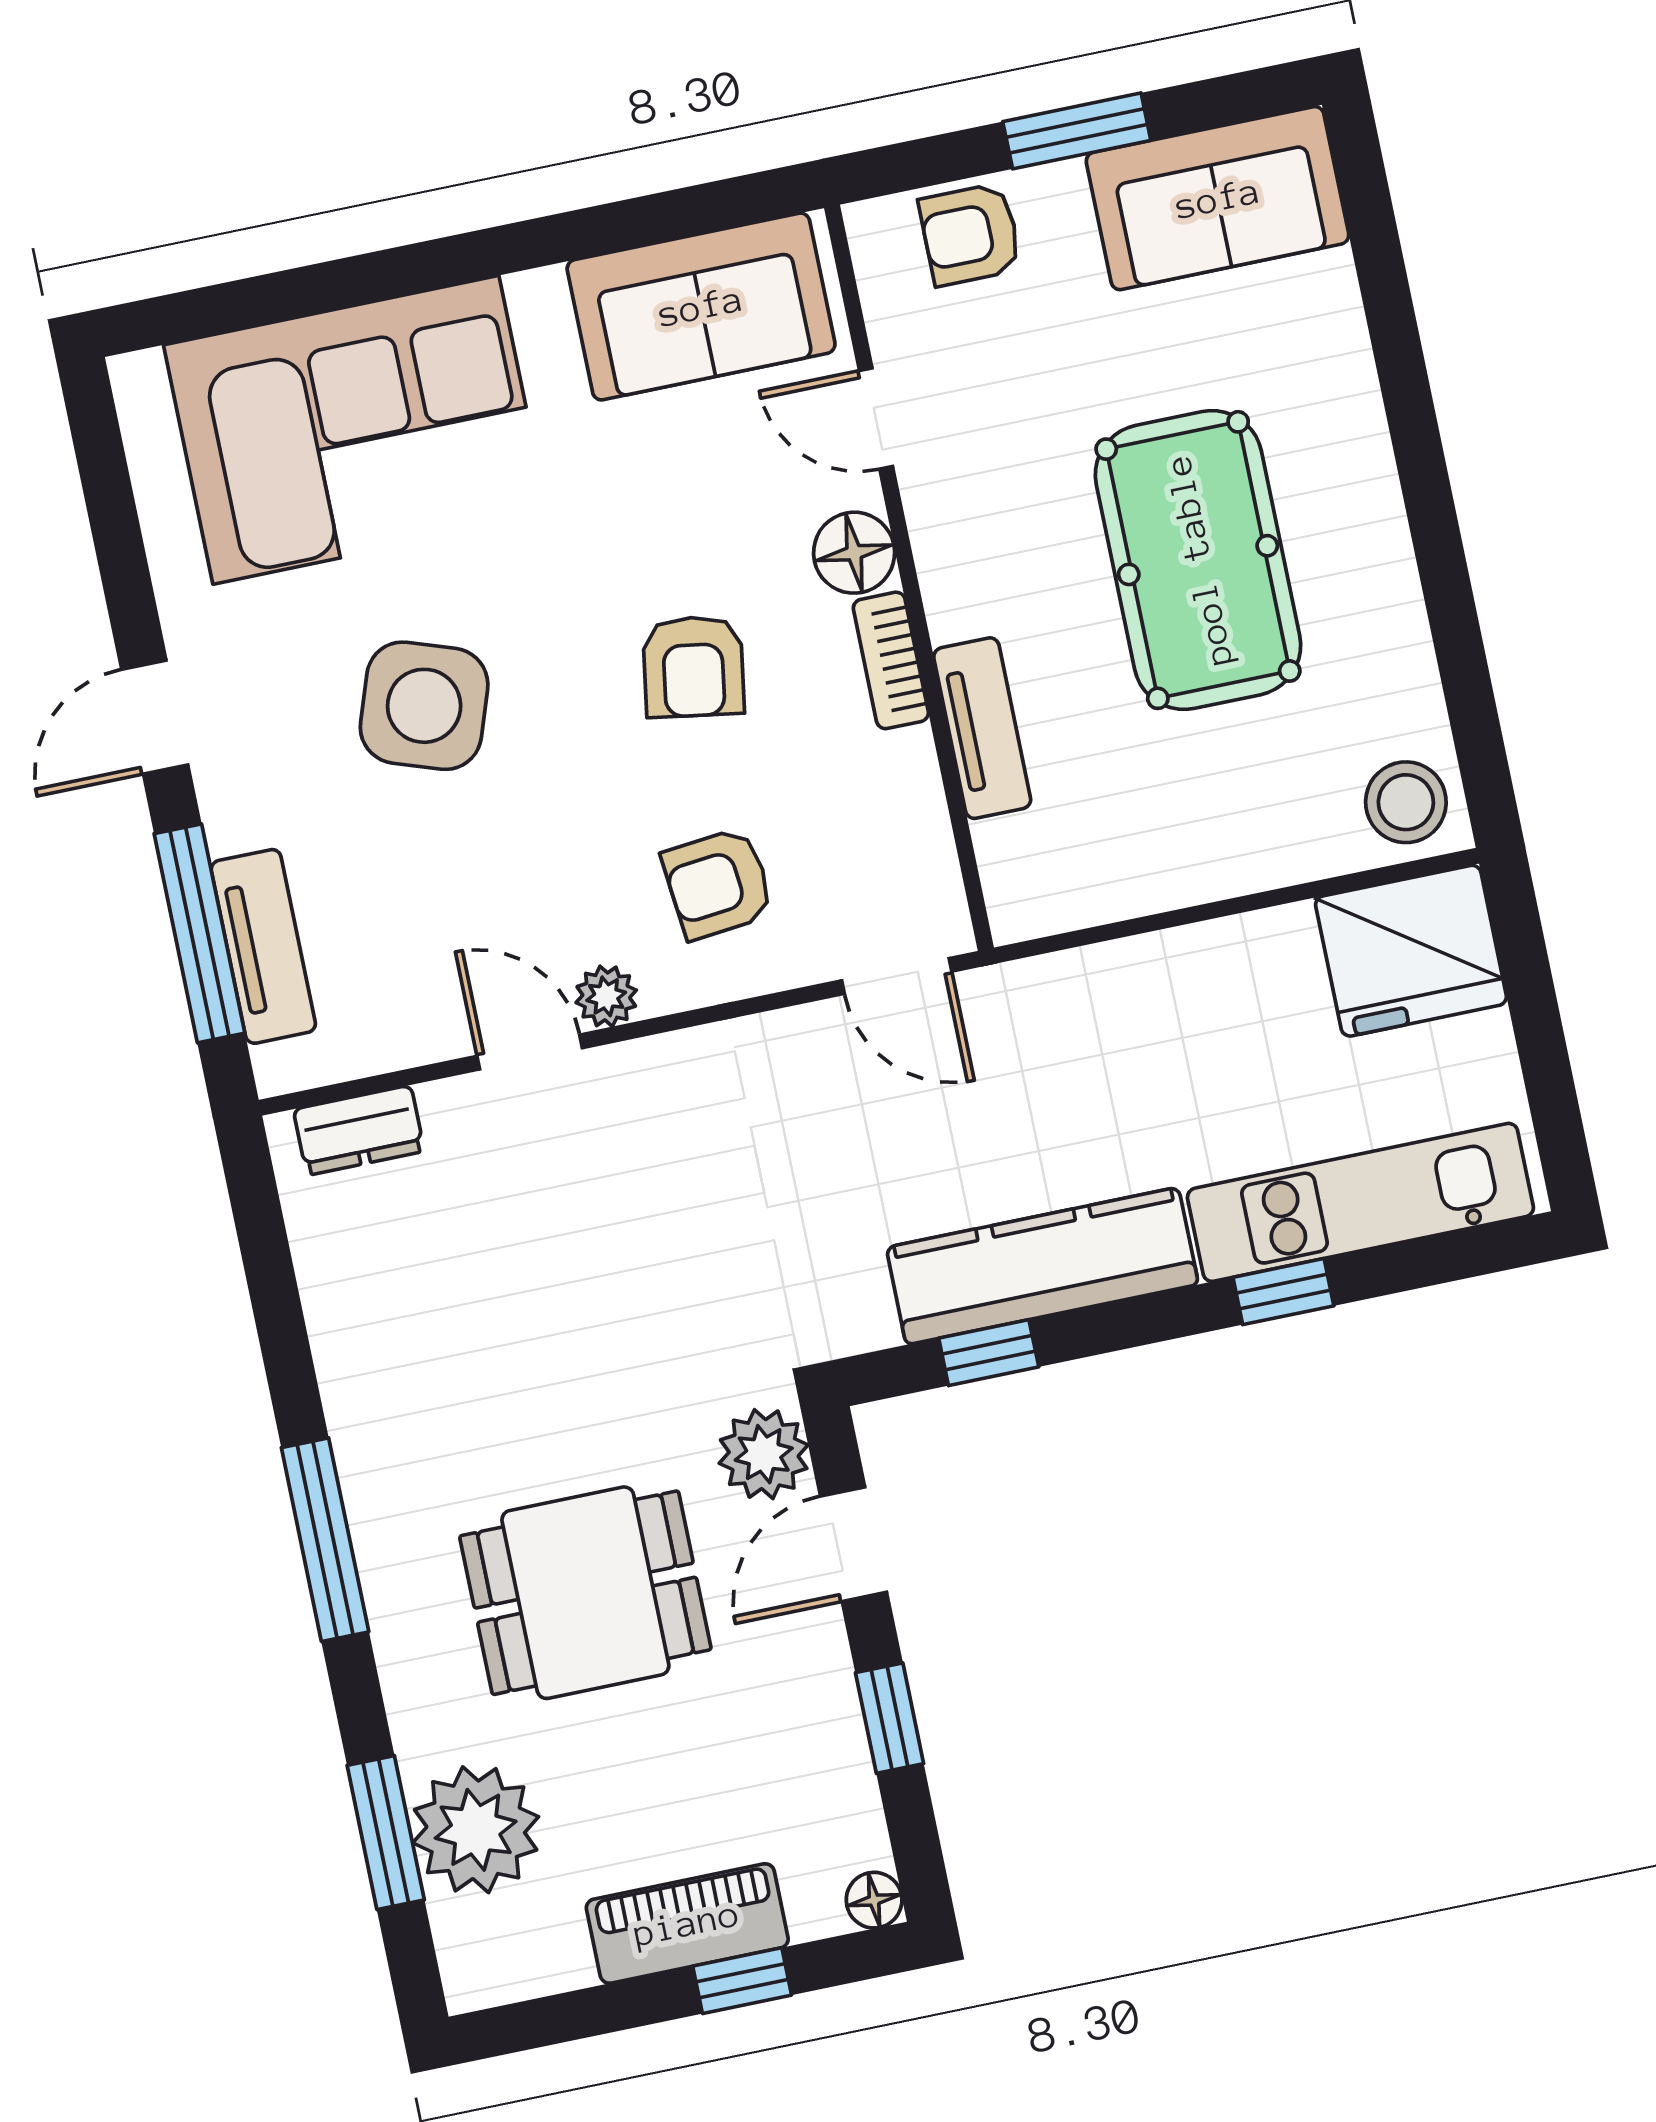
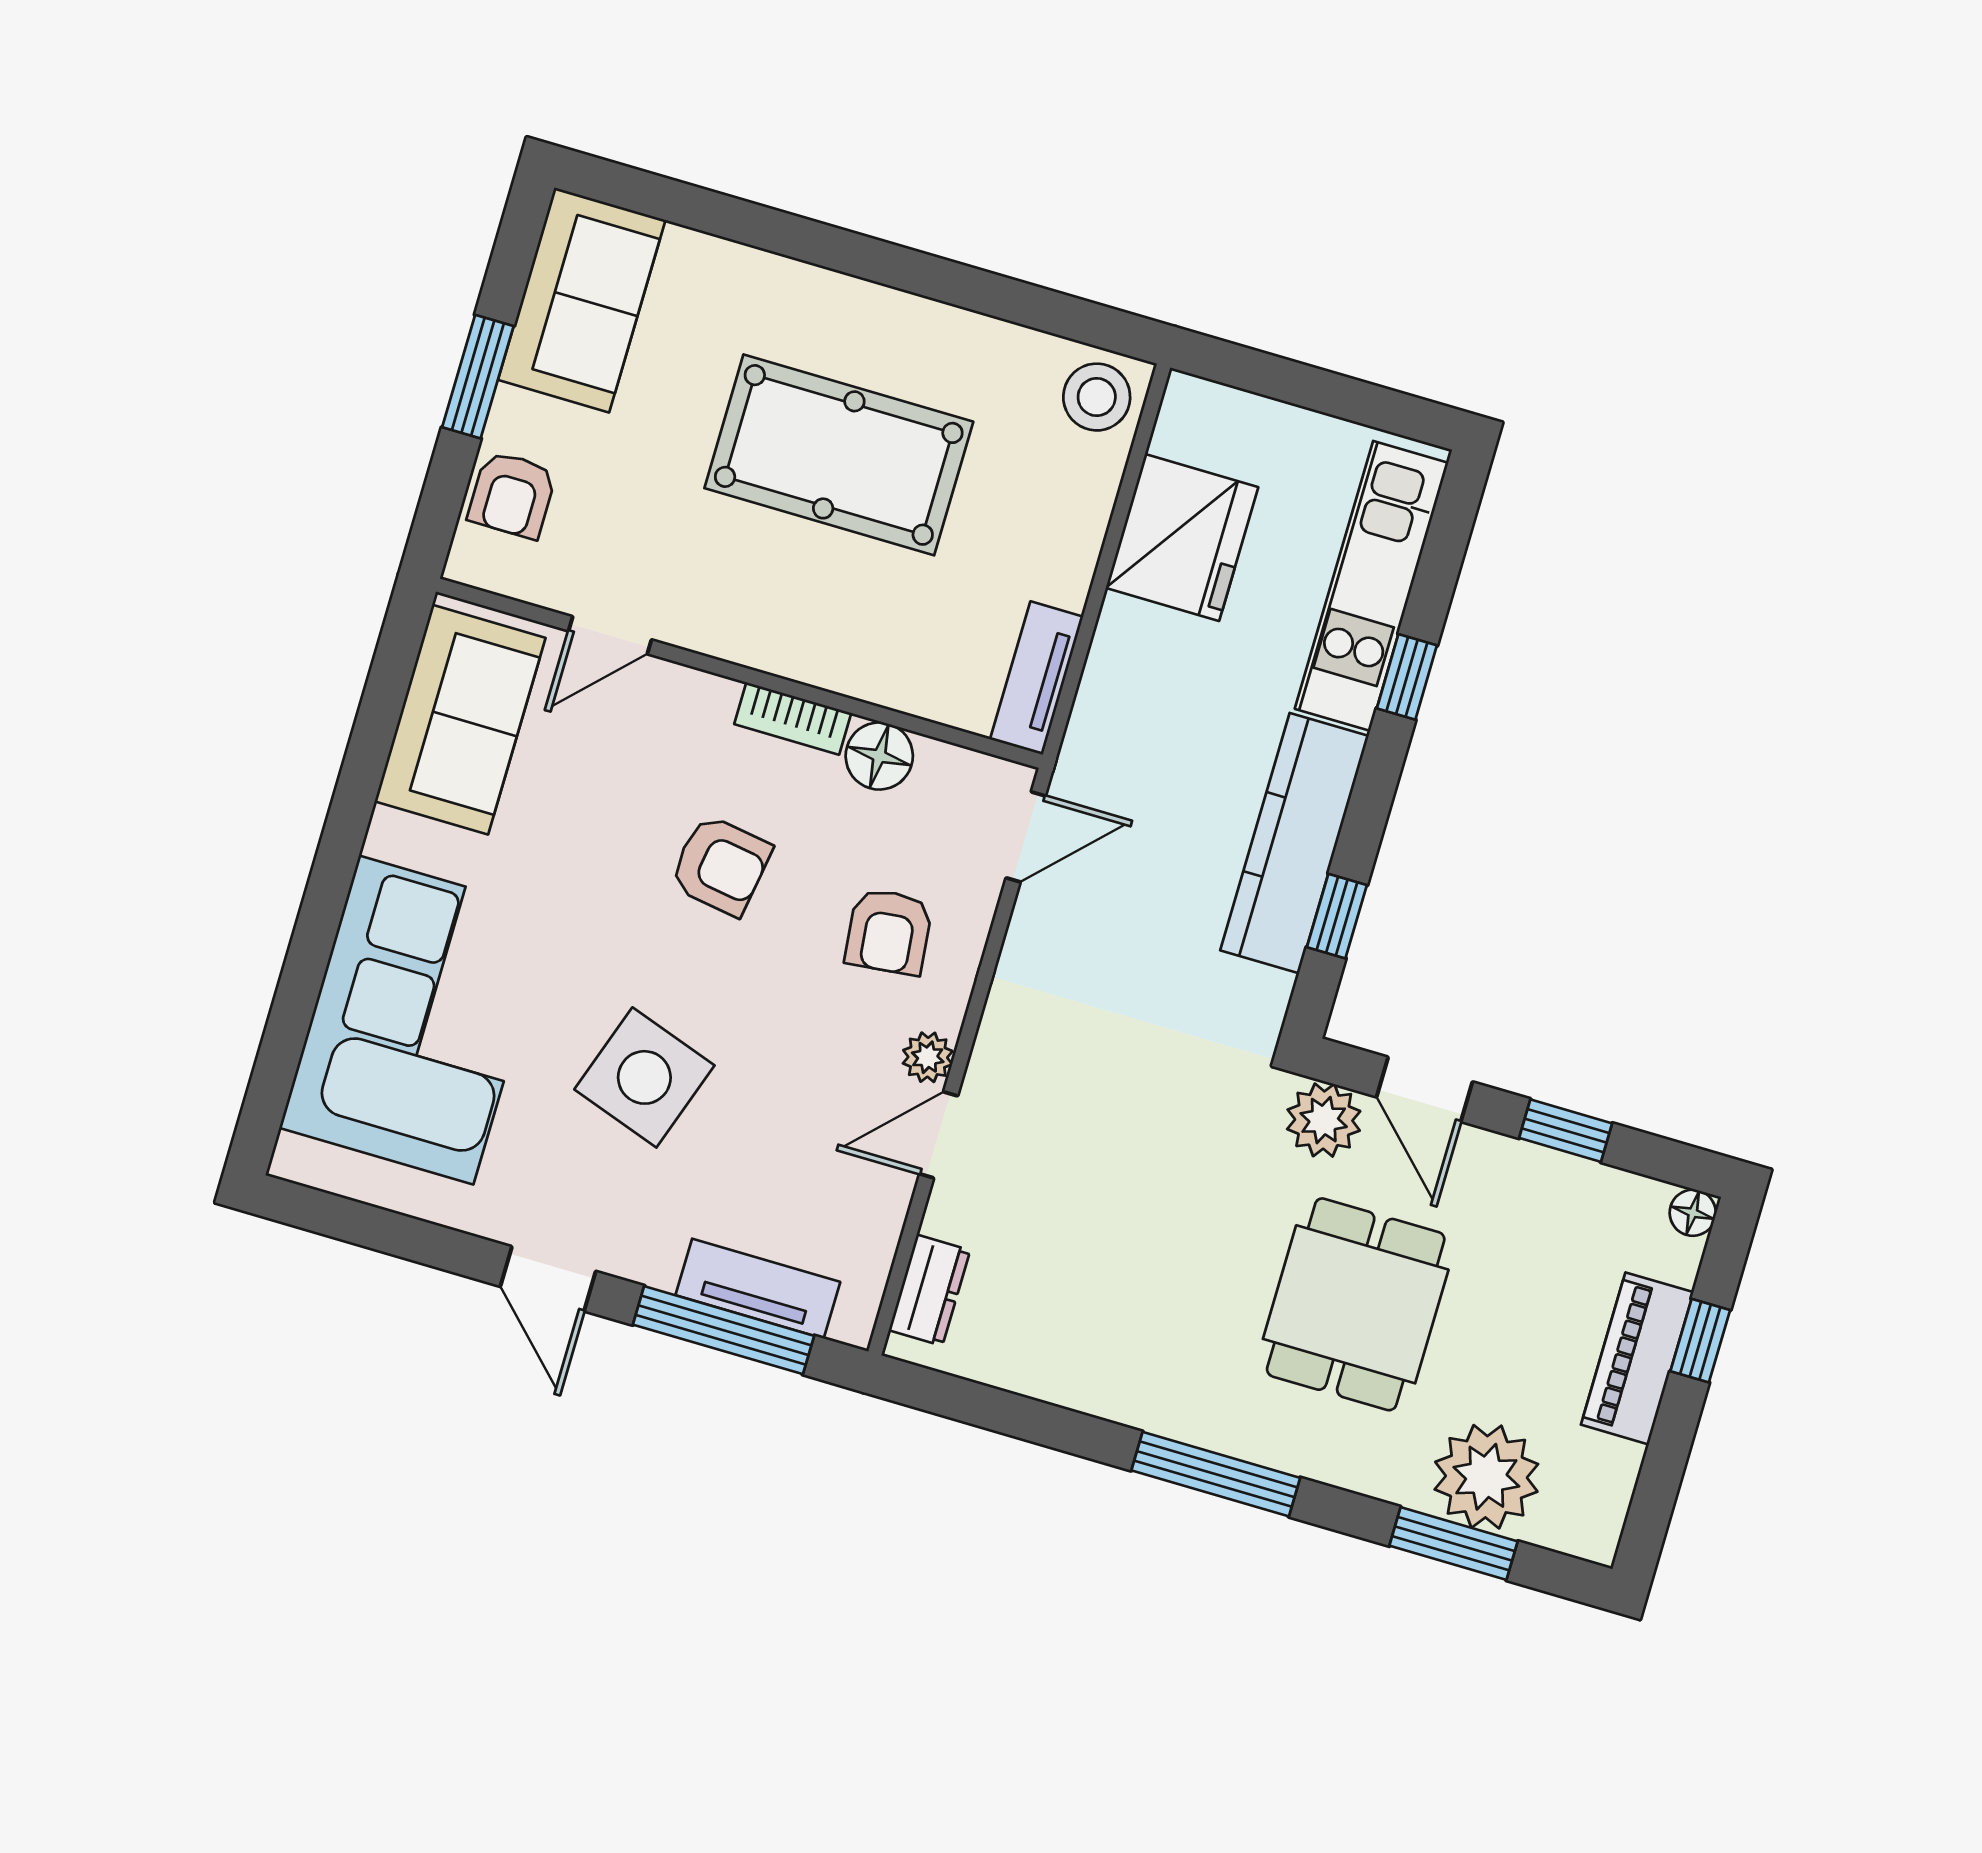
floor lamp: (854, 553) -> (879, 756), moved
tv unit: (982, 728) -> (1037, 678), moved, turned -90
fridge: (1411, 951) -> (1182, 537), moved

